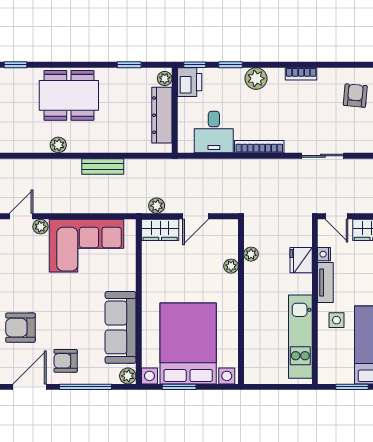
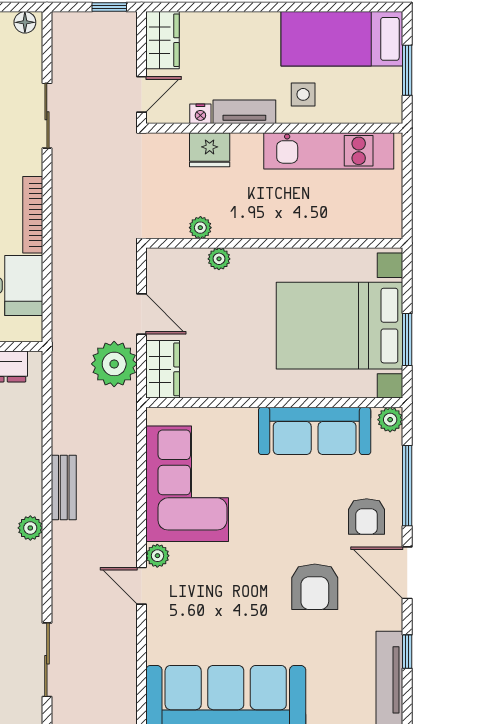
bench: (103, 166) -> (64, 488), moved
plant: (157, 206) -> (114, 364), width x1.88, depth x1.88

